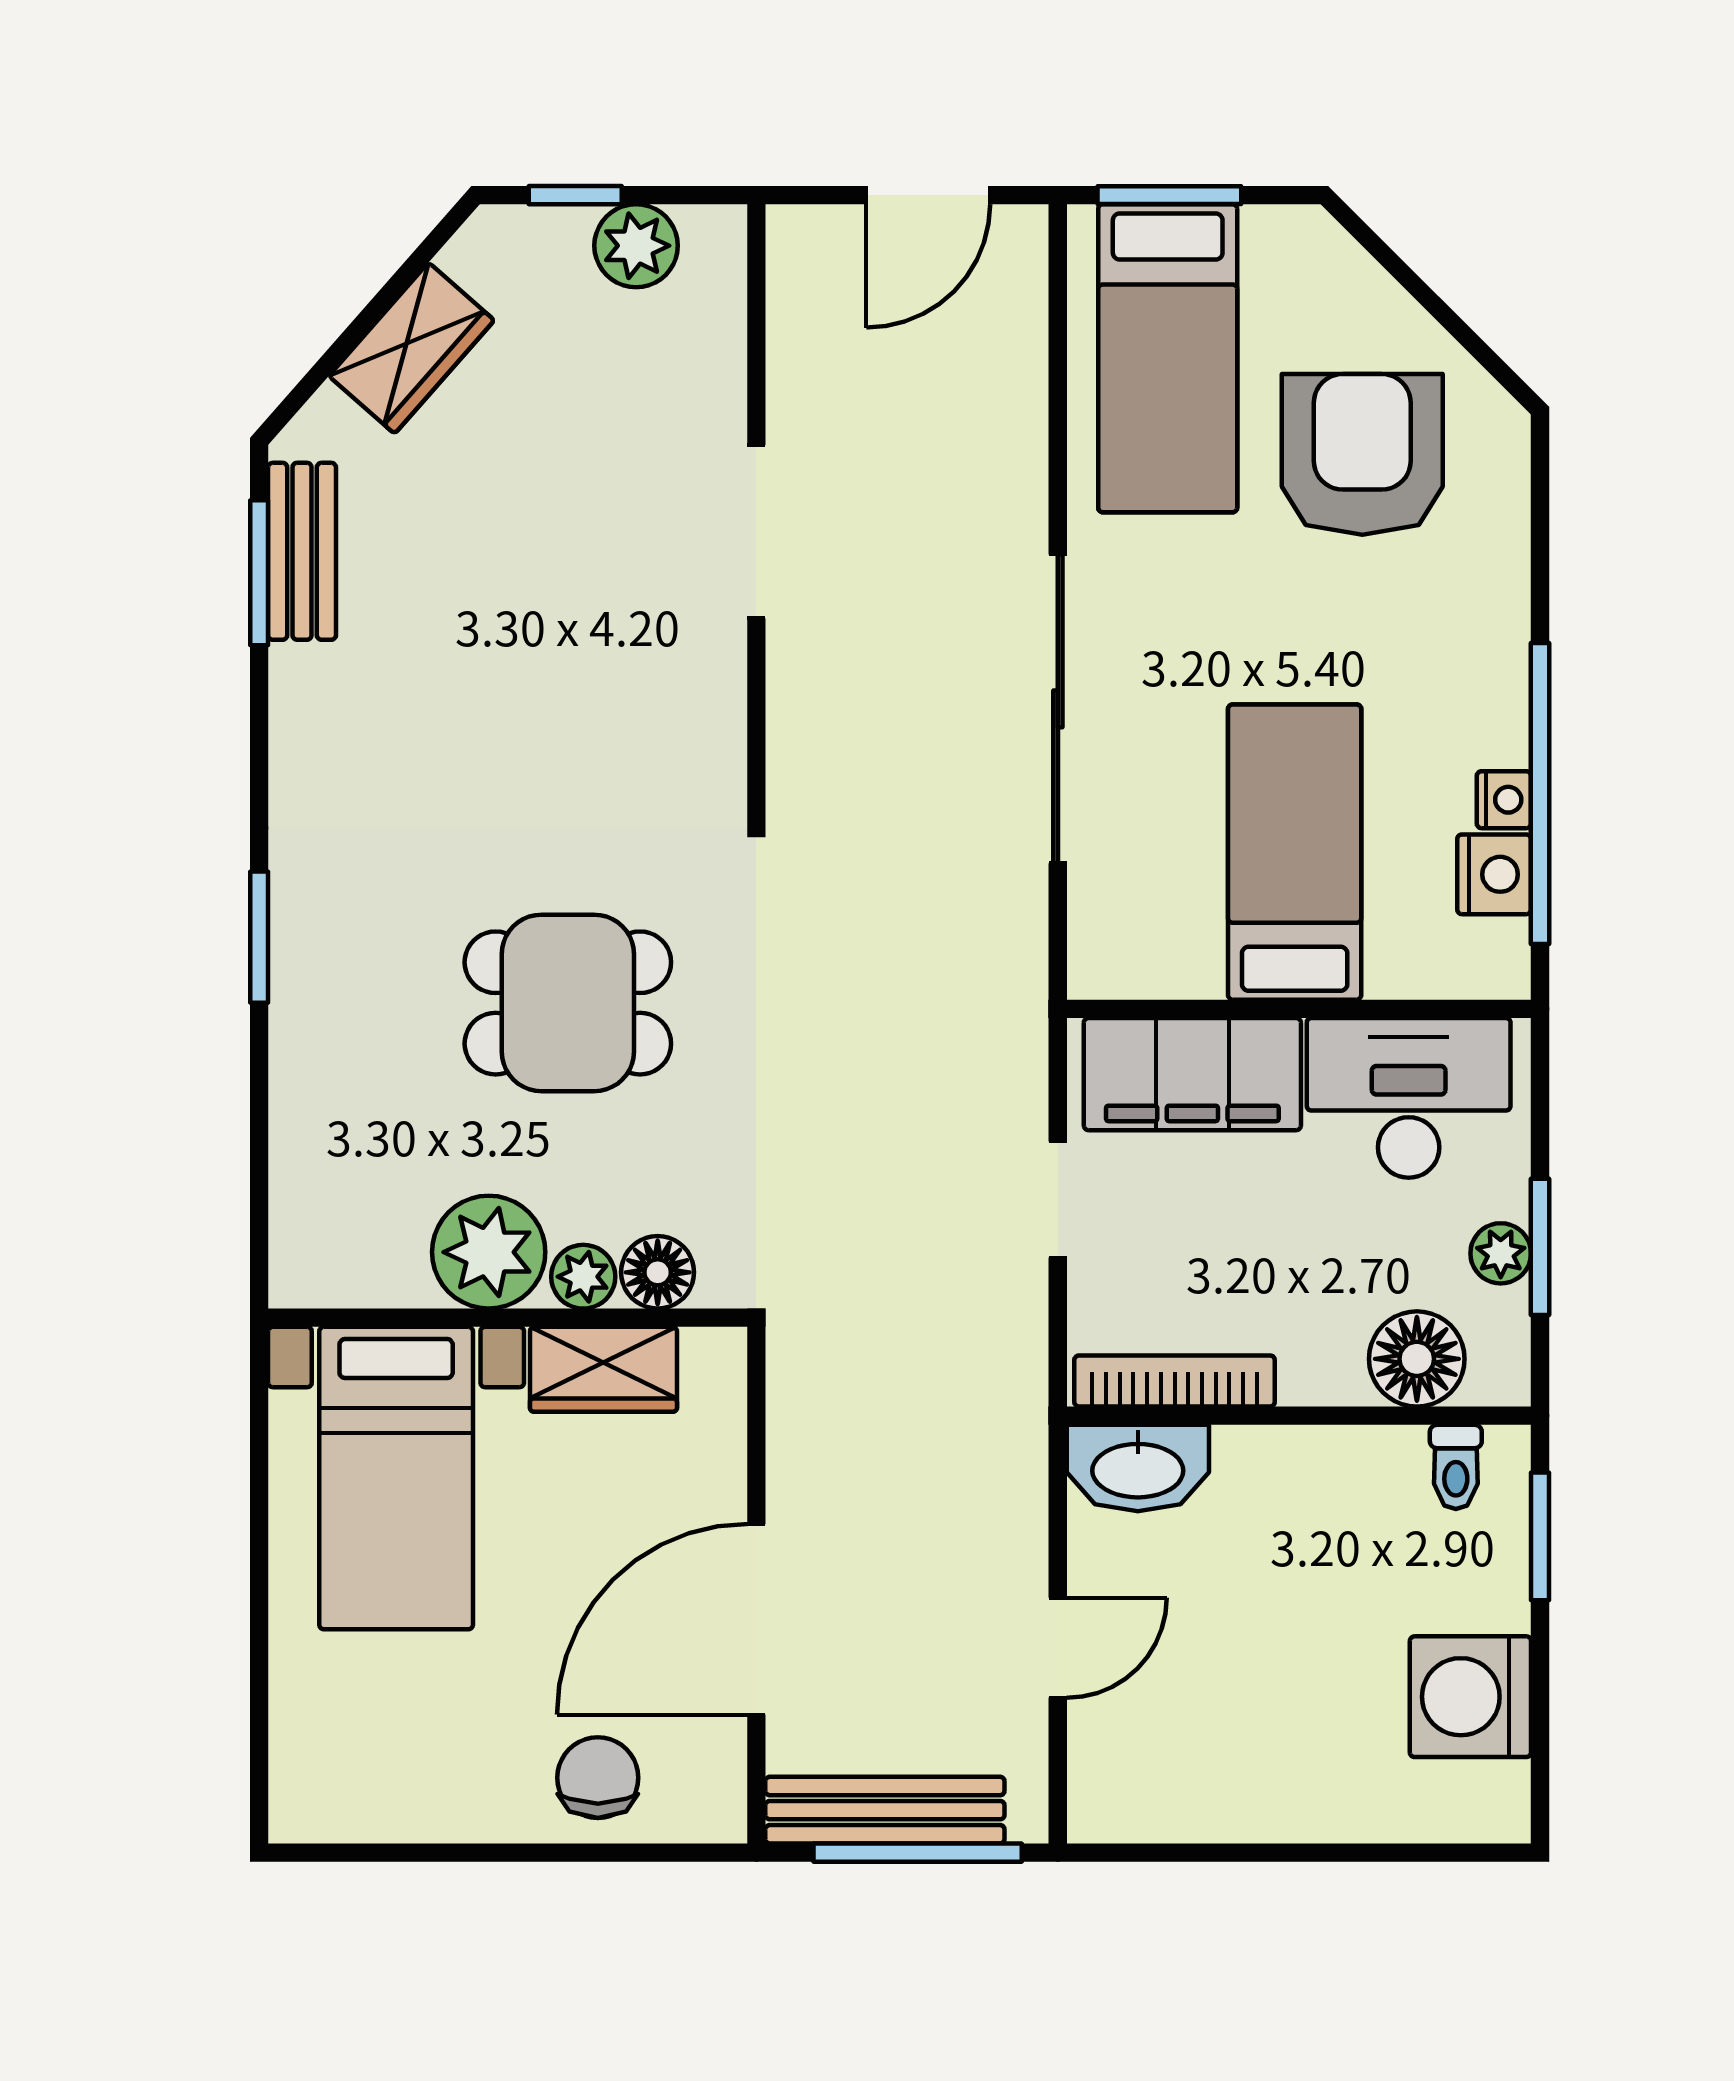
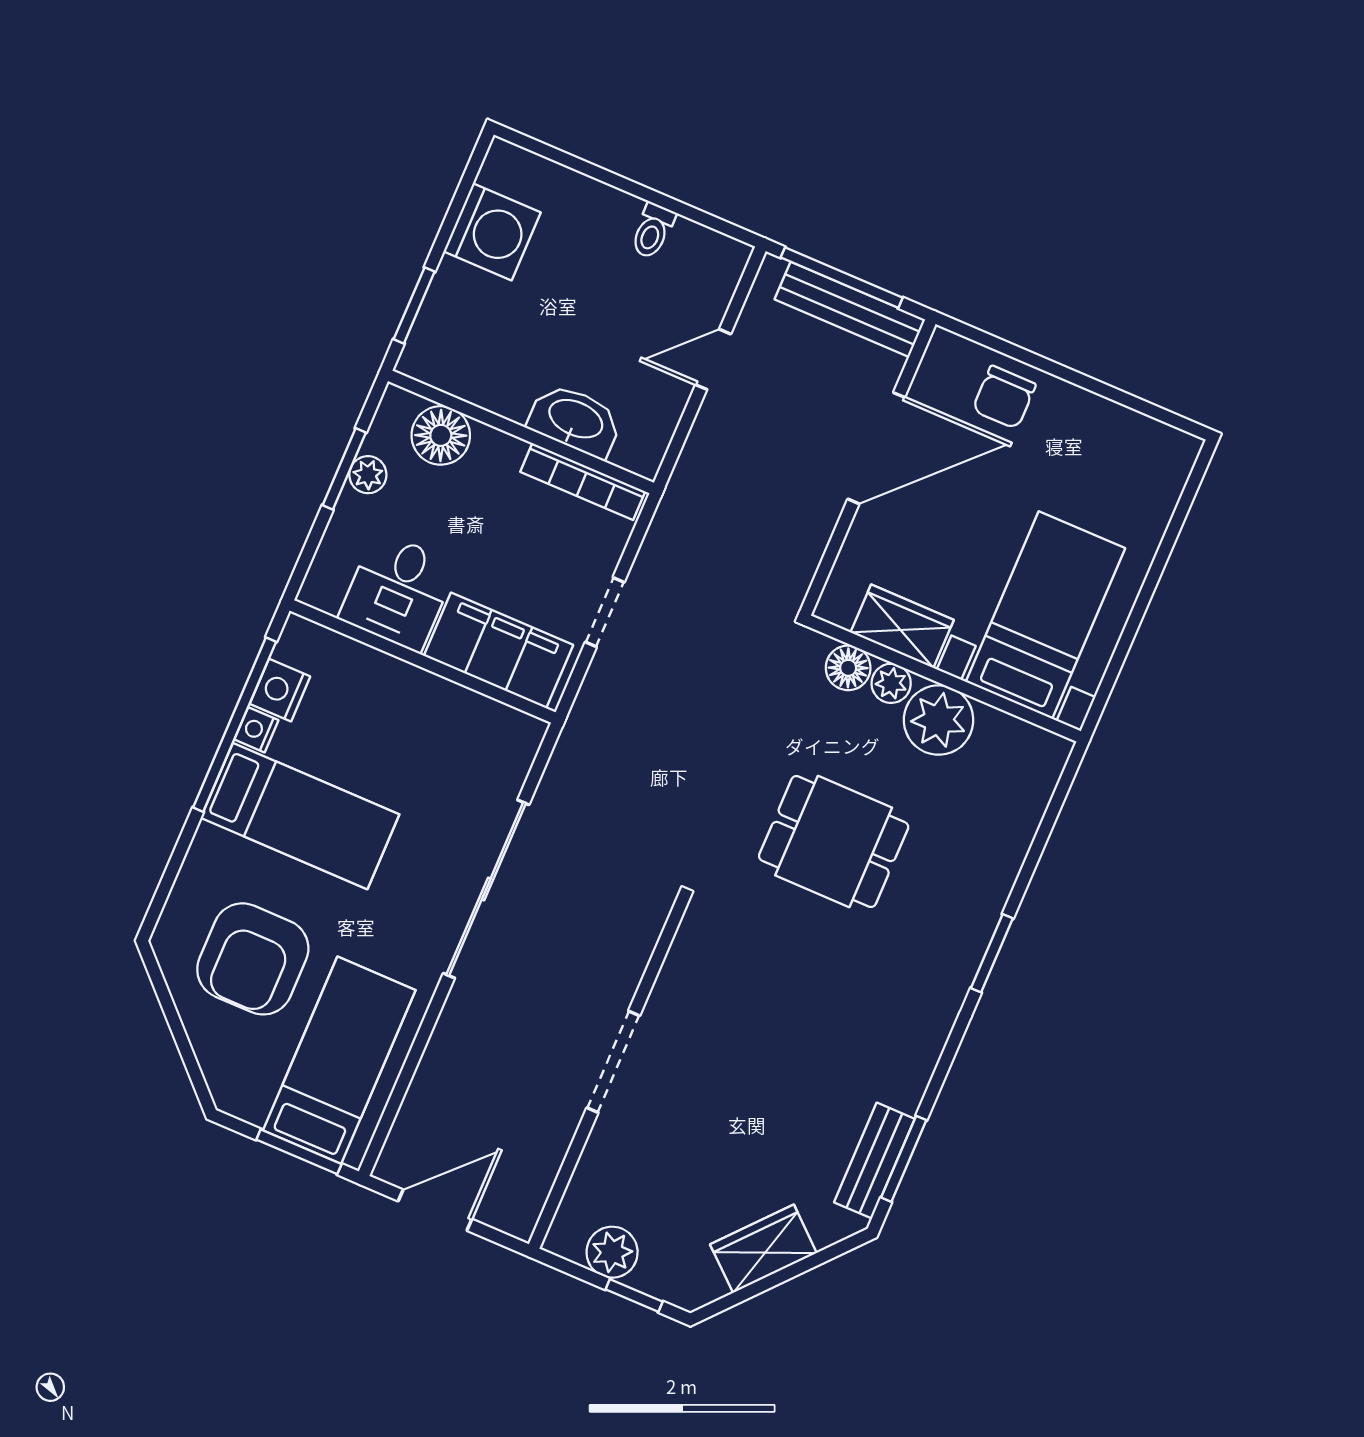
bed: (1295, 852) -> (300, 816), moved, turned -90
desk: (1409, 1098) -> (398, 591), width x0.73
toilet: (1456, 1467) -> (653, 231), moved, turned 180
washbasin: (1138, 1468) -> (575, 420), moved

